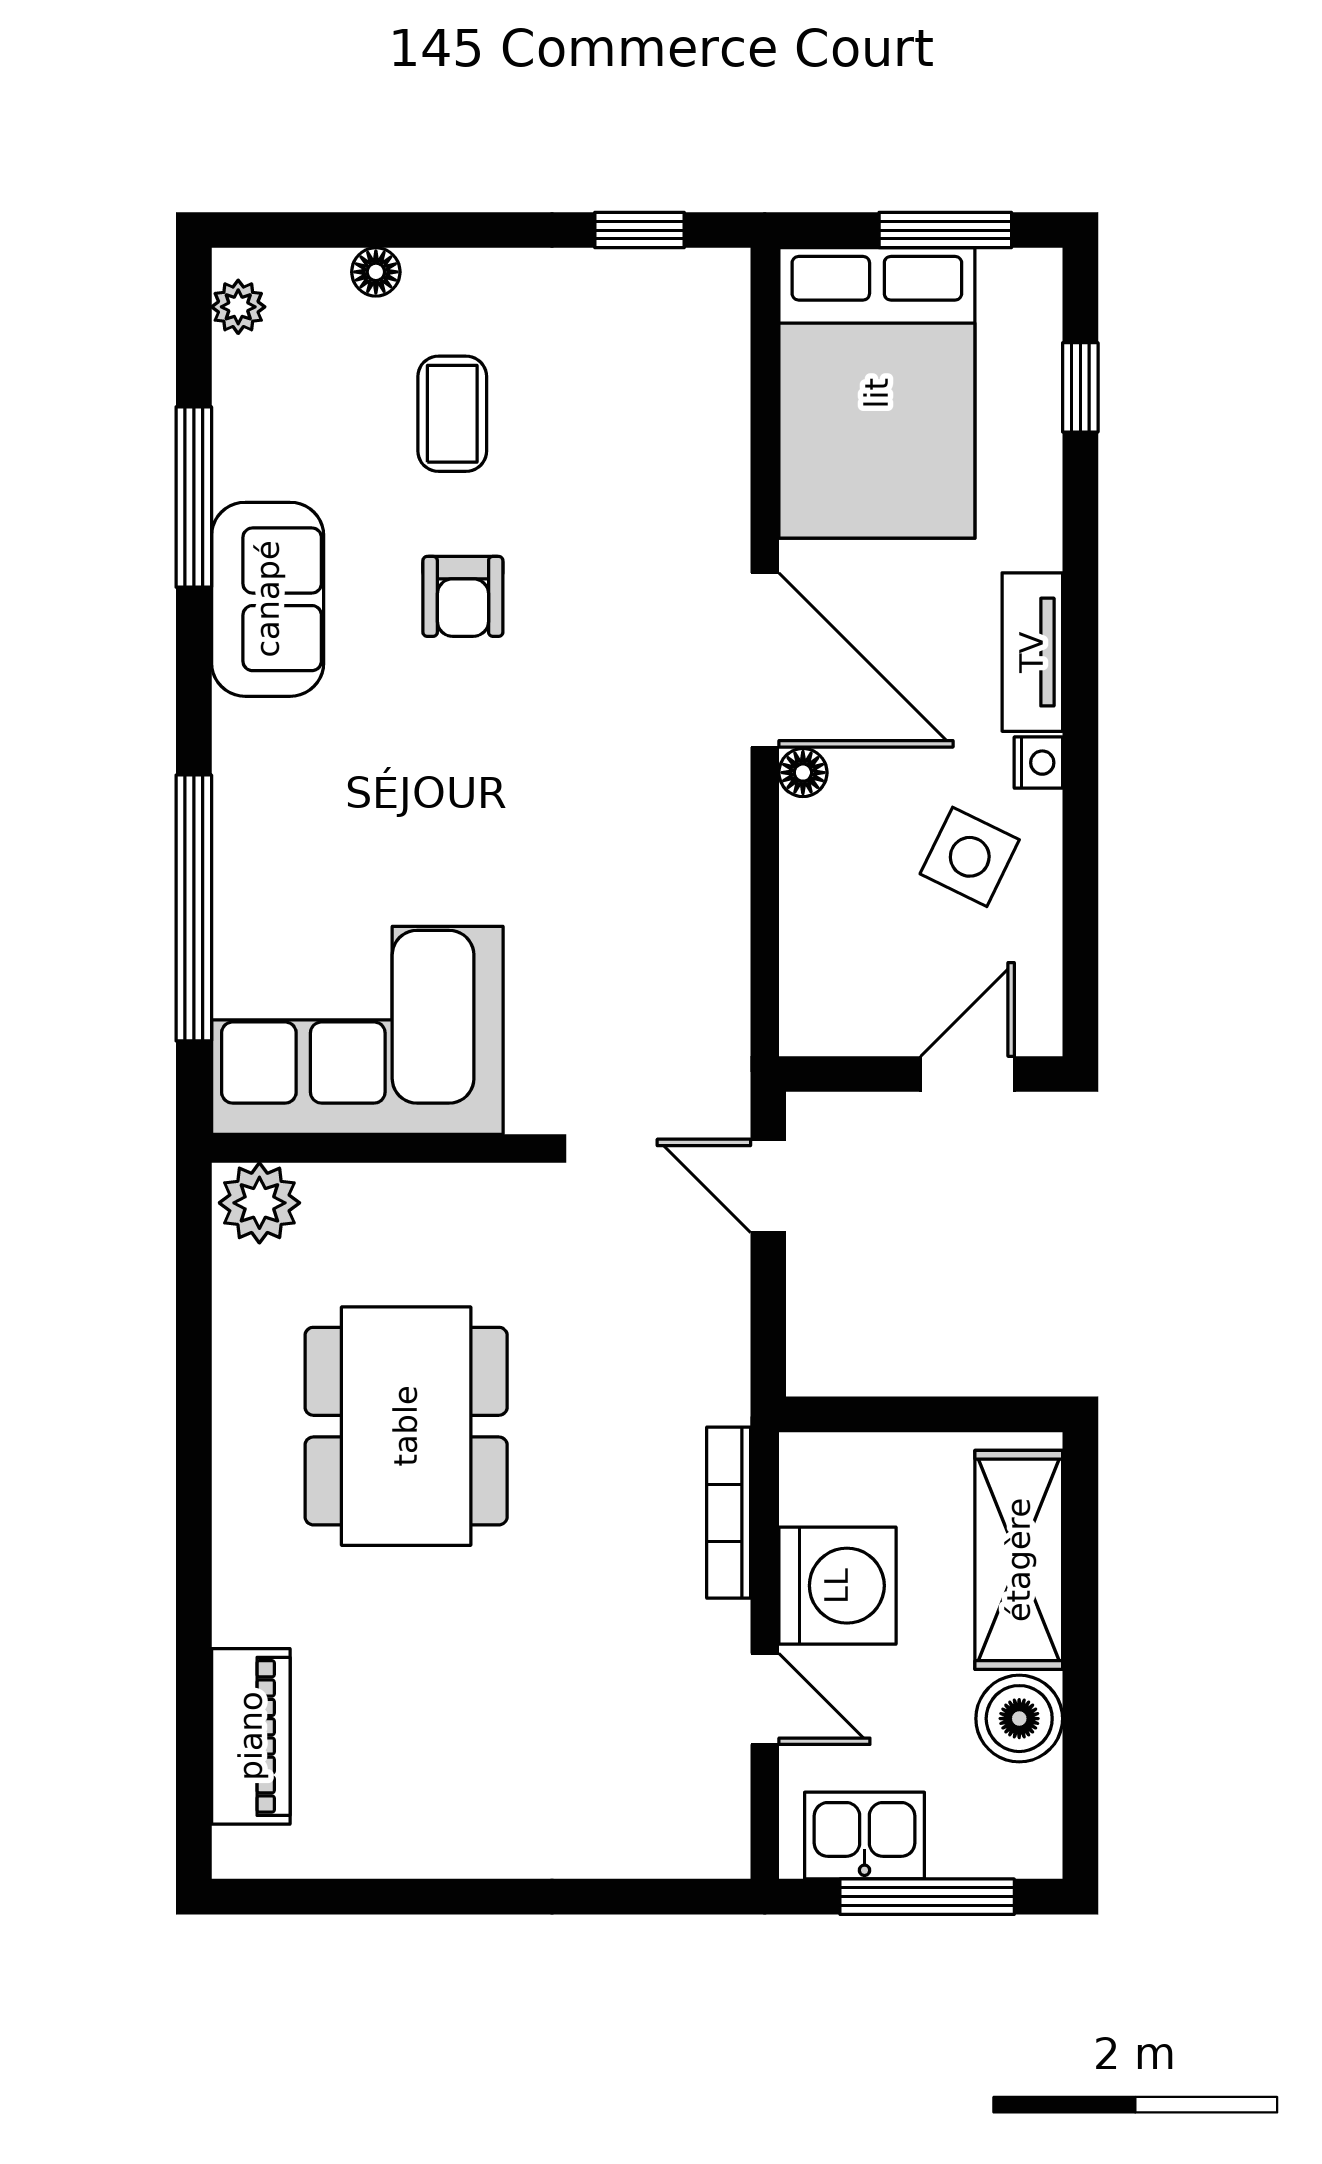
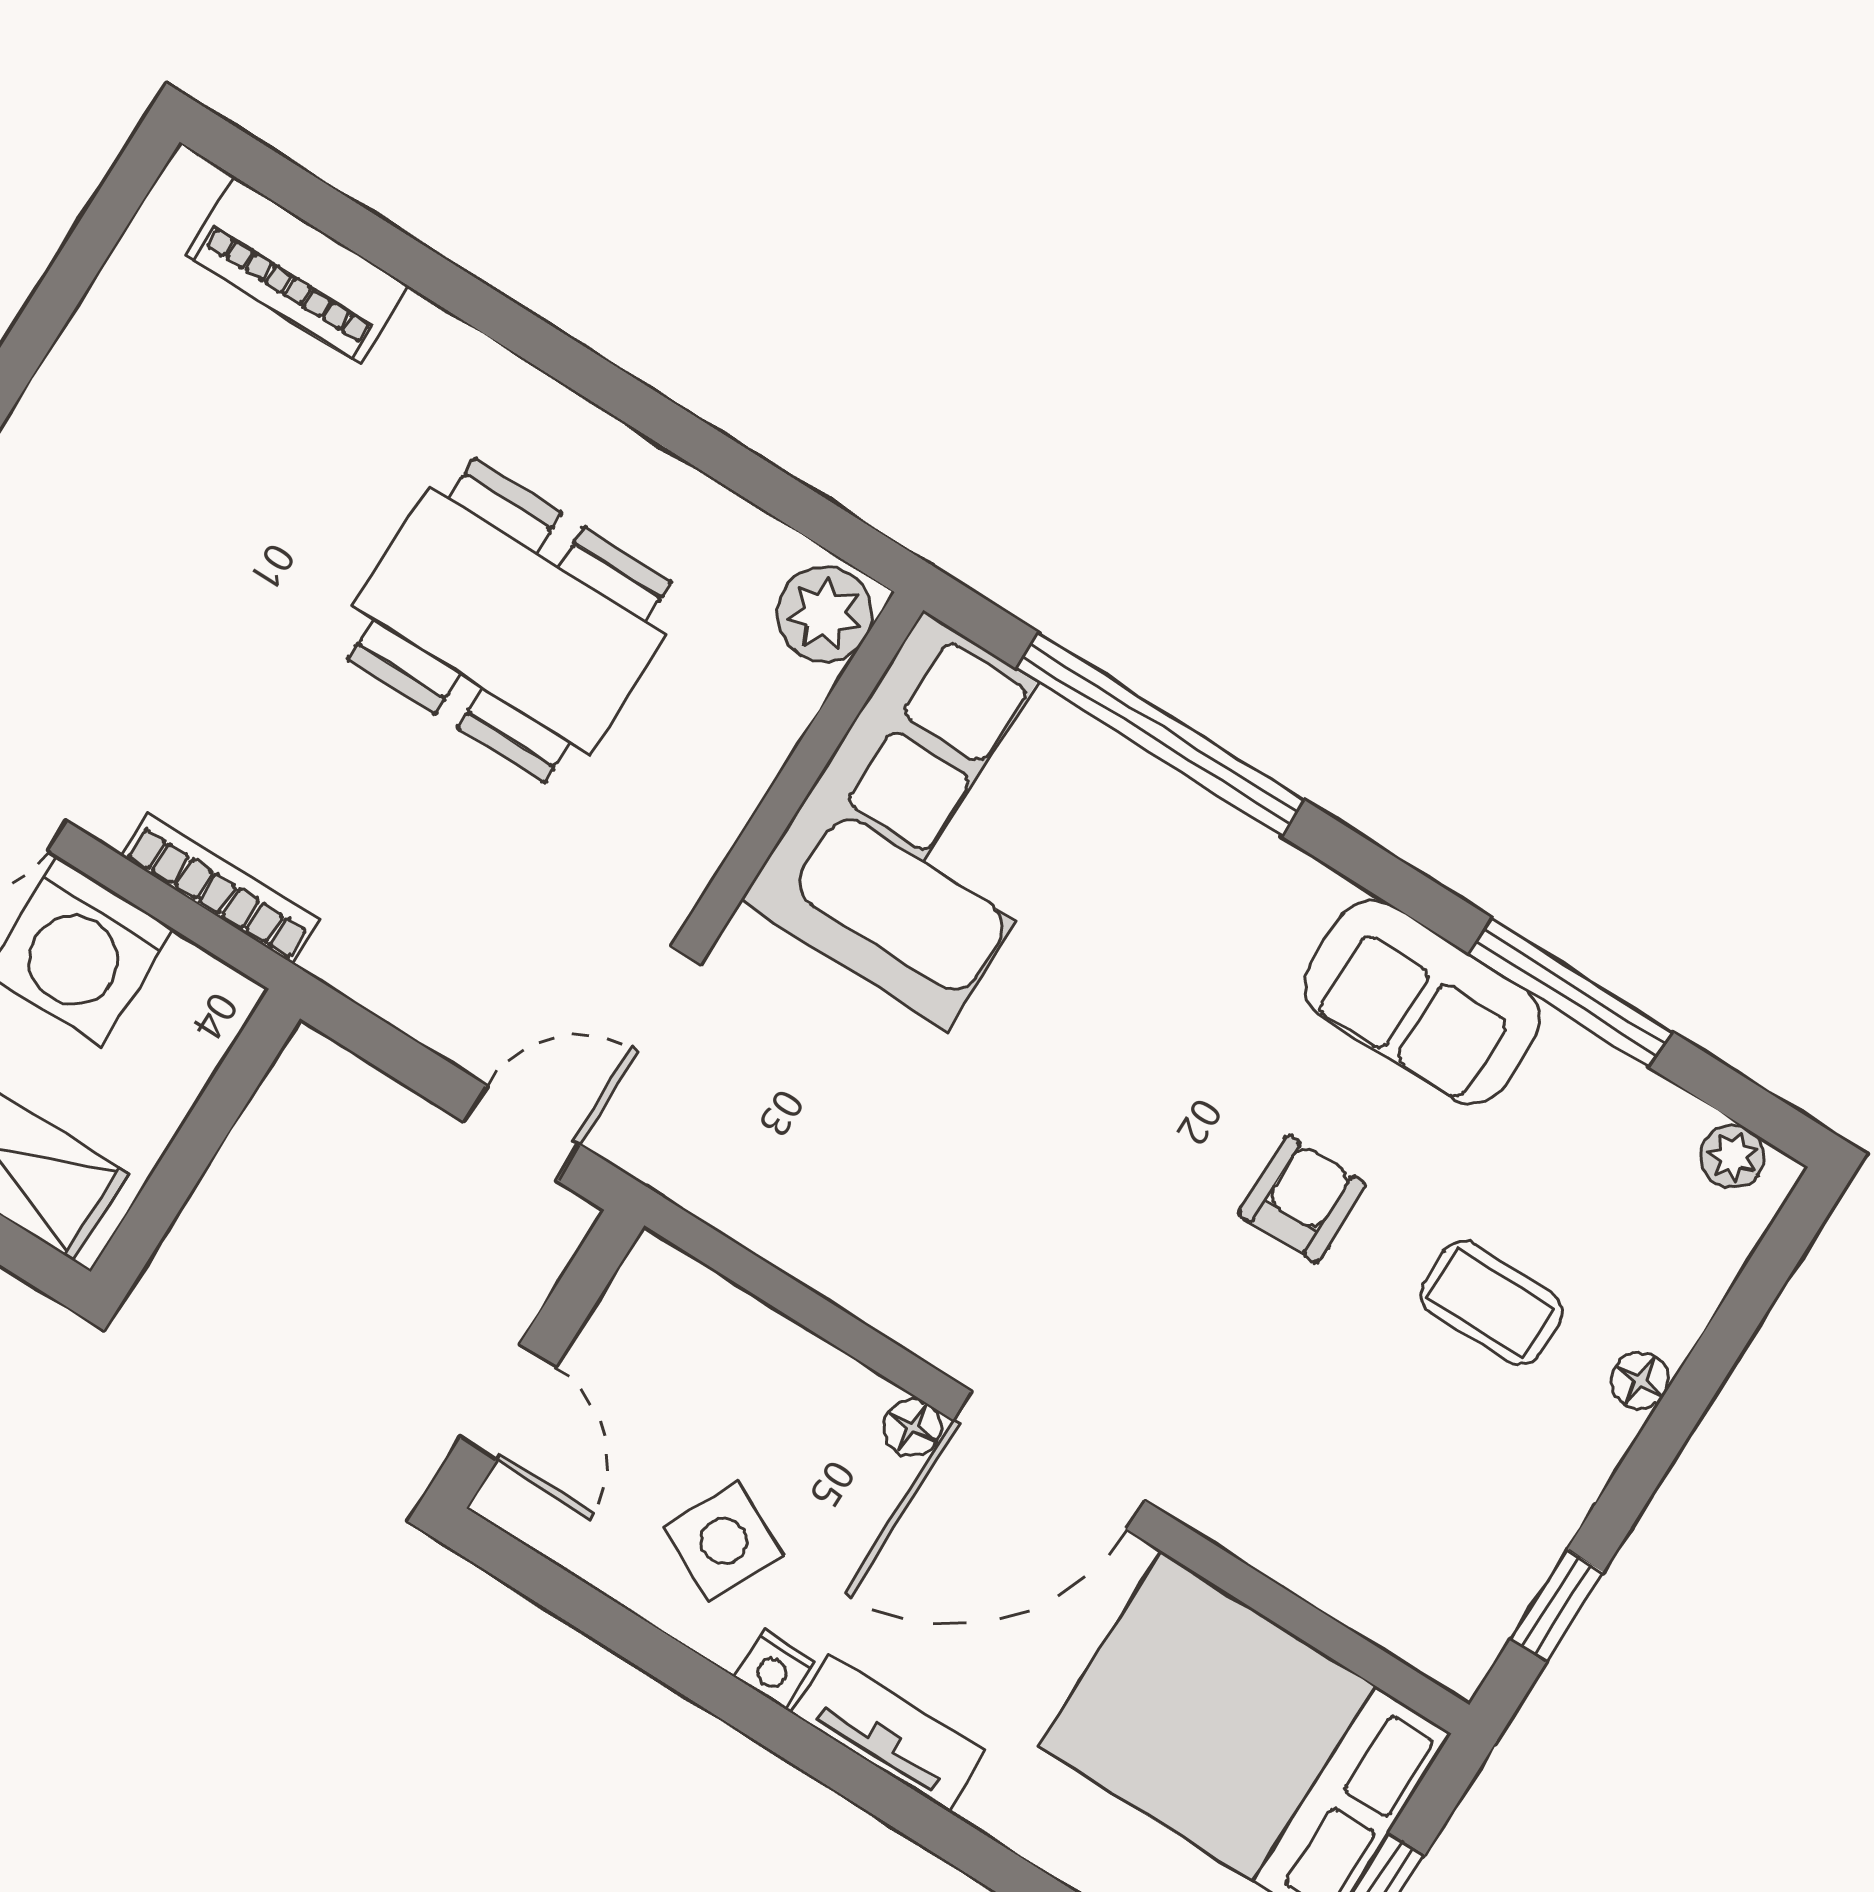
floor lamp: (376, 272) -> (1640, 1381), moved
armchair: (463, 596) -> (1302, 1199), turned 90

